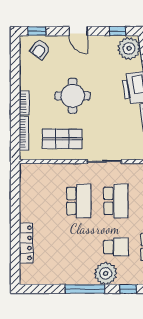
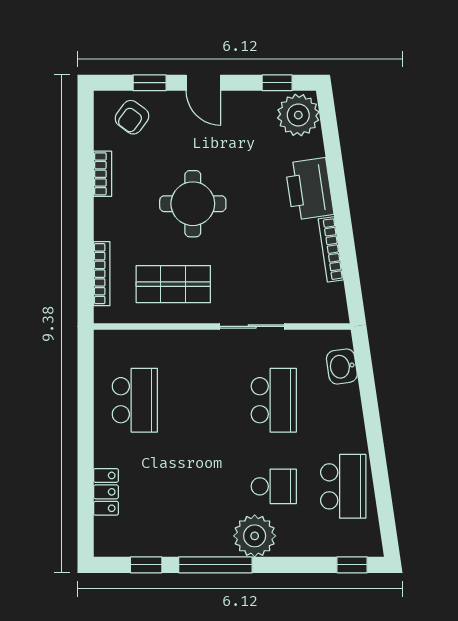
window: (37, 31) -> (150, 83), moved
bookcase: (24, 103) -> (103, 174), moved
school desk: (79, 201) -> (135, 400), moved
locker: (26, 243) -> (106, 492), width x0.66
window: (128, 289) -> (146, 565), moved

